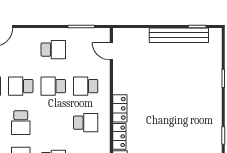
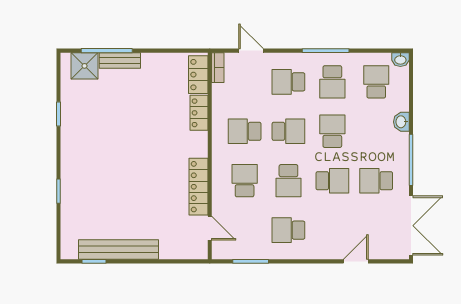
school desk: (53, 86) -> (288, 181), turned 90
school desk: (86, 86) -> (245, 181), turned -90
locker: (120, 108) -> (198, 187), moved, width x1.53
school desk: (53, 123) -> (288, 131), added

